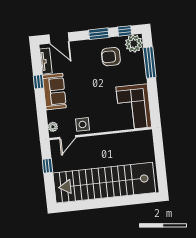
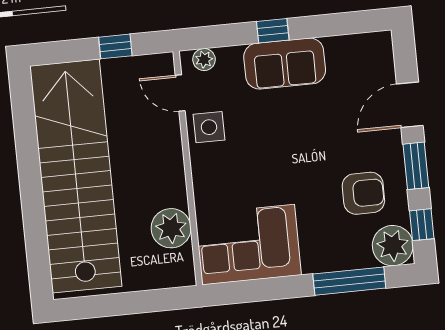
door: (59, 38) -> (410, 105), moved
armchair: (111, 57) -> (363, 193), turned 90
tv unit: (46, 61) -> (354, 44), removed
window: (38, 82) -> (273, 31), moved
plant: (127, 141) -> (171, 228), added

